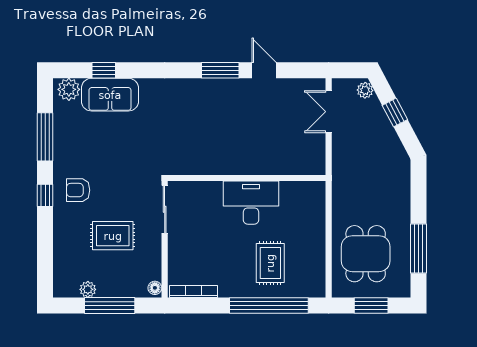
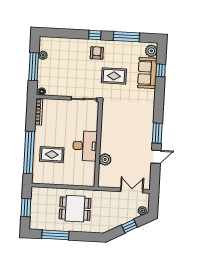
plant: (274, 164) -> (105, 159), added
rug: (113, 236) -> (114, 76), moved, turned 90
dining table: (366, 254) -> (75, 209), moved

